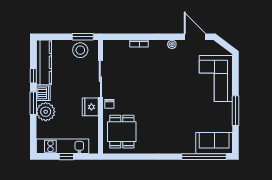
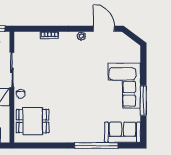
corner sofa: (216, 79) -> (124, 86), moved
dining table: (122, 132) -> (33, 121), turned 90
window: (204, 157) -> (96, 145), moved

